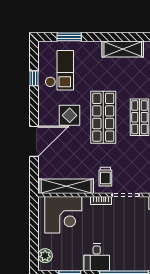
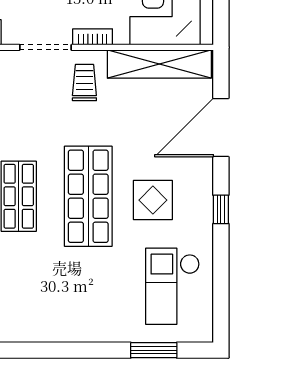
shelving: (123, 49) -> (51, 327), removed
window: (34, 78) -> (221, 209), moved
door: (34, 141) -> (221, 128), moved

